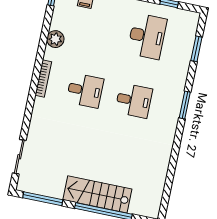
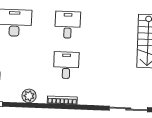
sliding door: (19, 157) -> (128, 109), width x1.37

